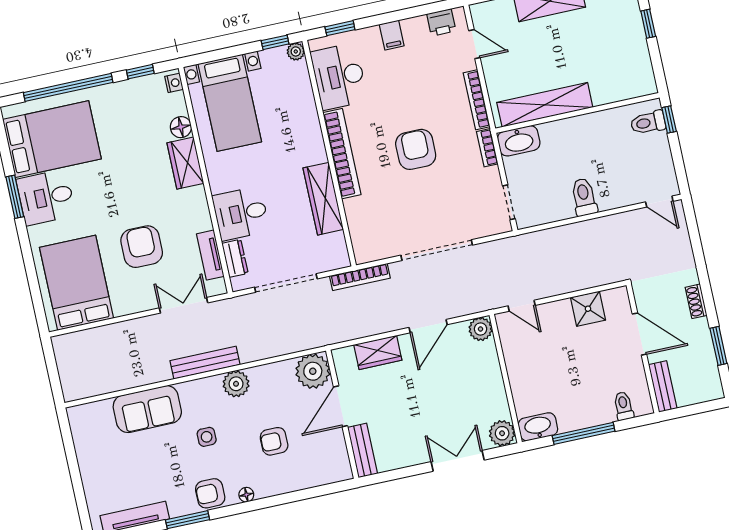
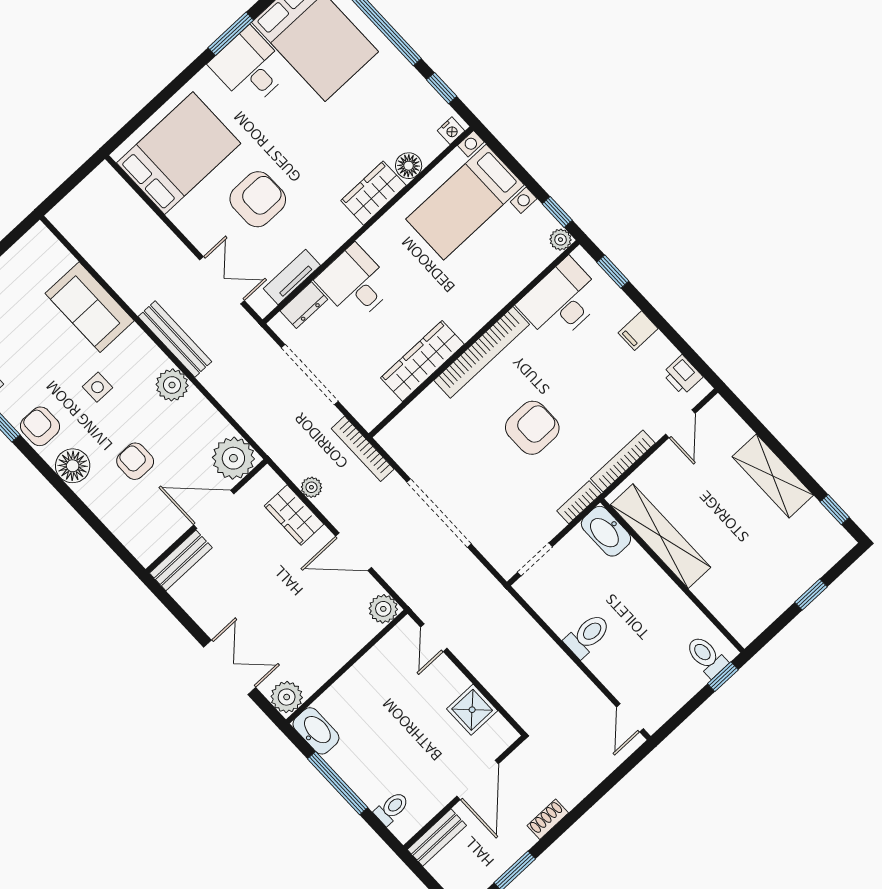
plant: (366, 329) -> (311, 487), added
floor lamp: (246, 495) -> (73, 466), width x1.89, depth x1.89

